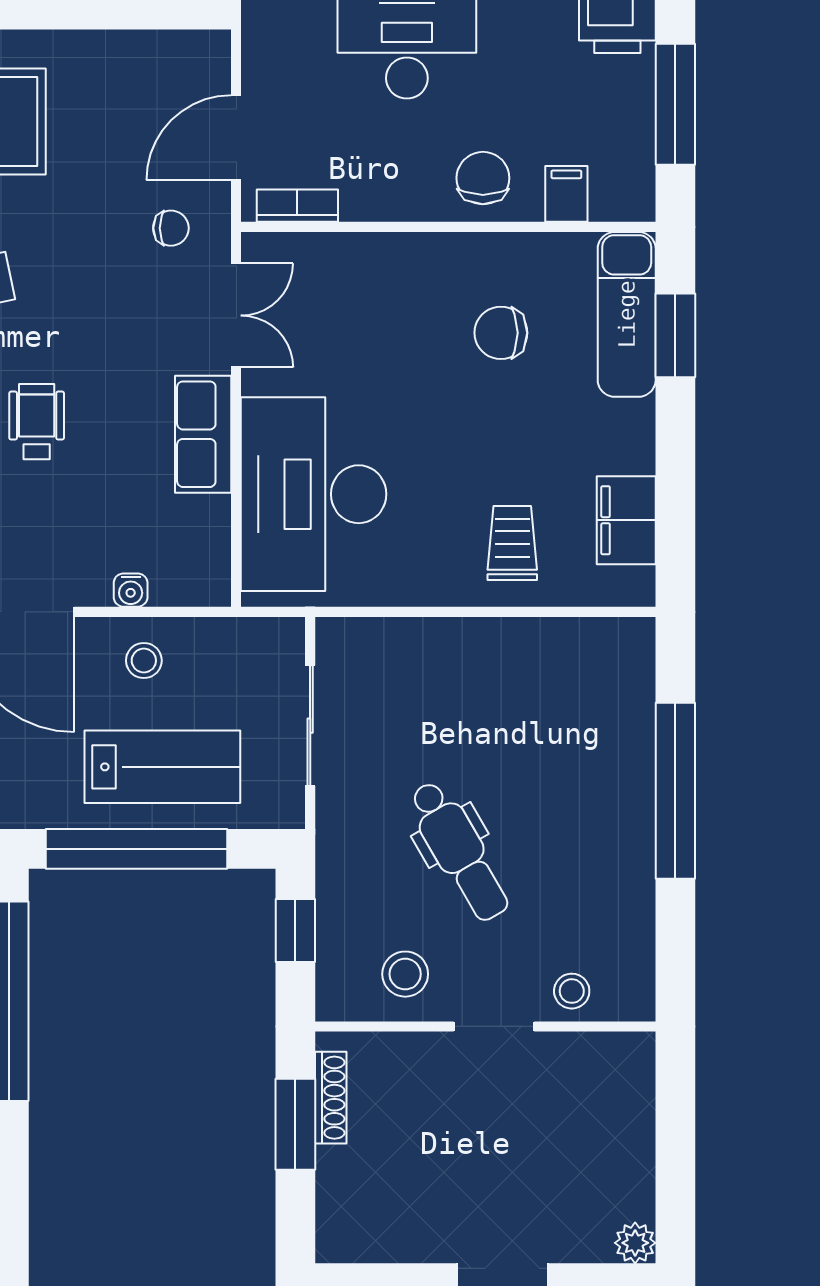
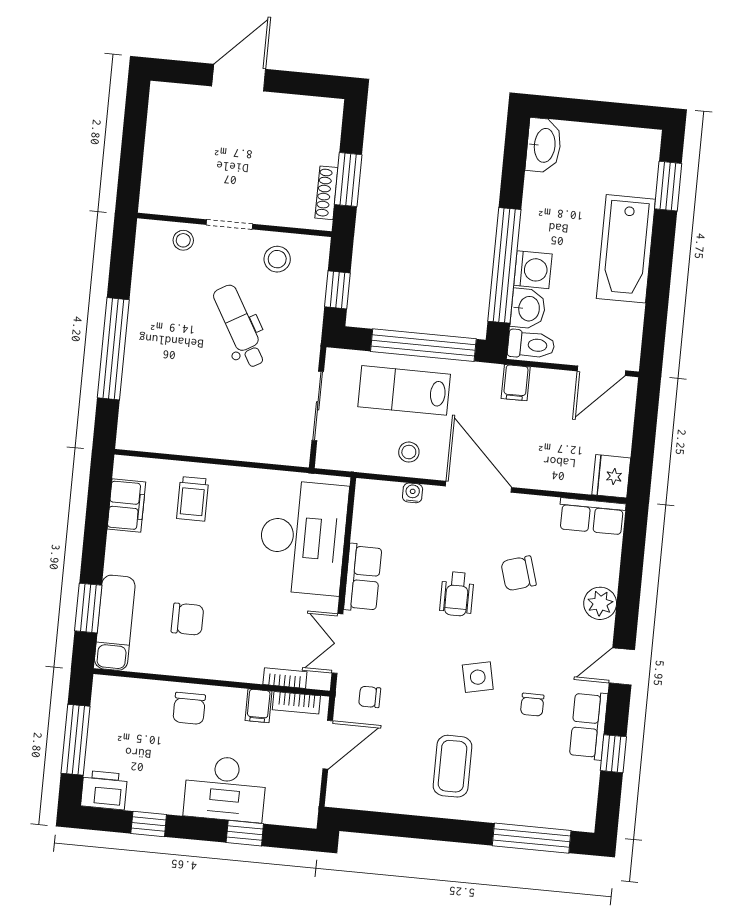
filing cabinet: (566, 194) -> (258, 706), moved
bookcase: (321, 247) -> (285, 678), added
plant: (635, 1243) -> (161, 93), removed

